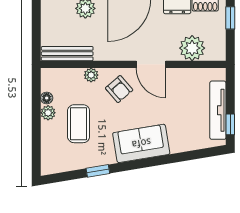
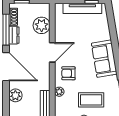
armchair: (119, 89) -> (68, 73), turned -139

